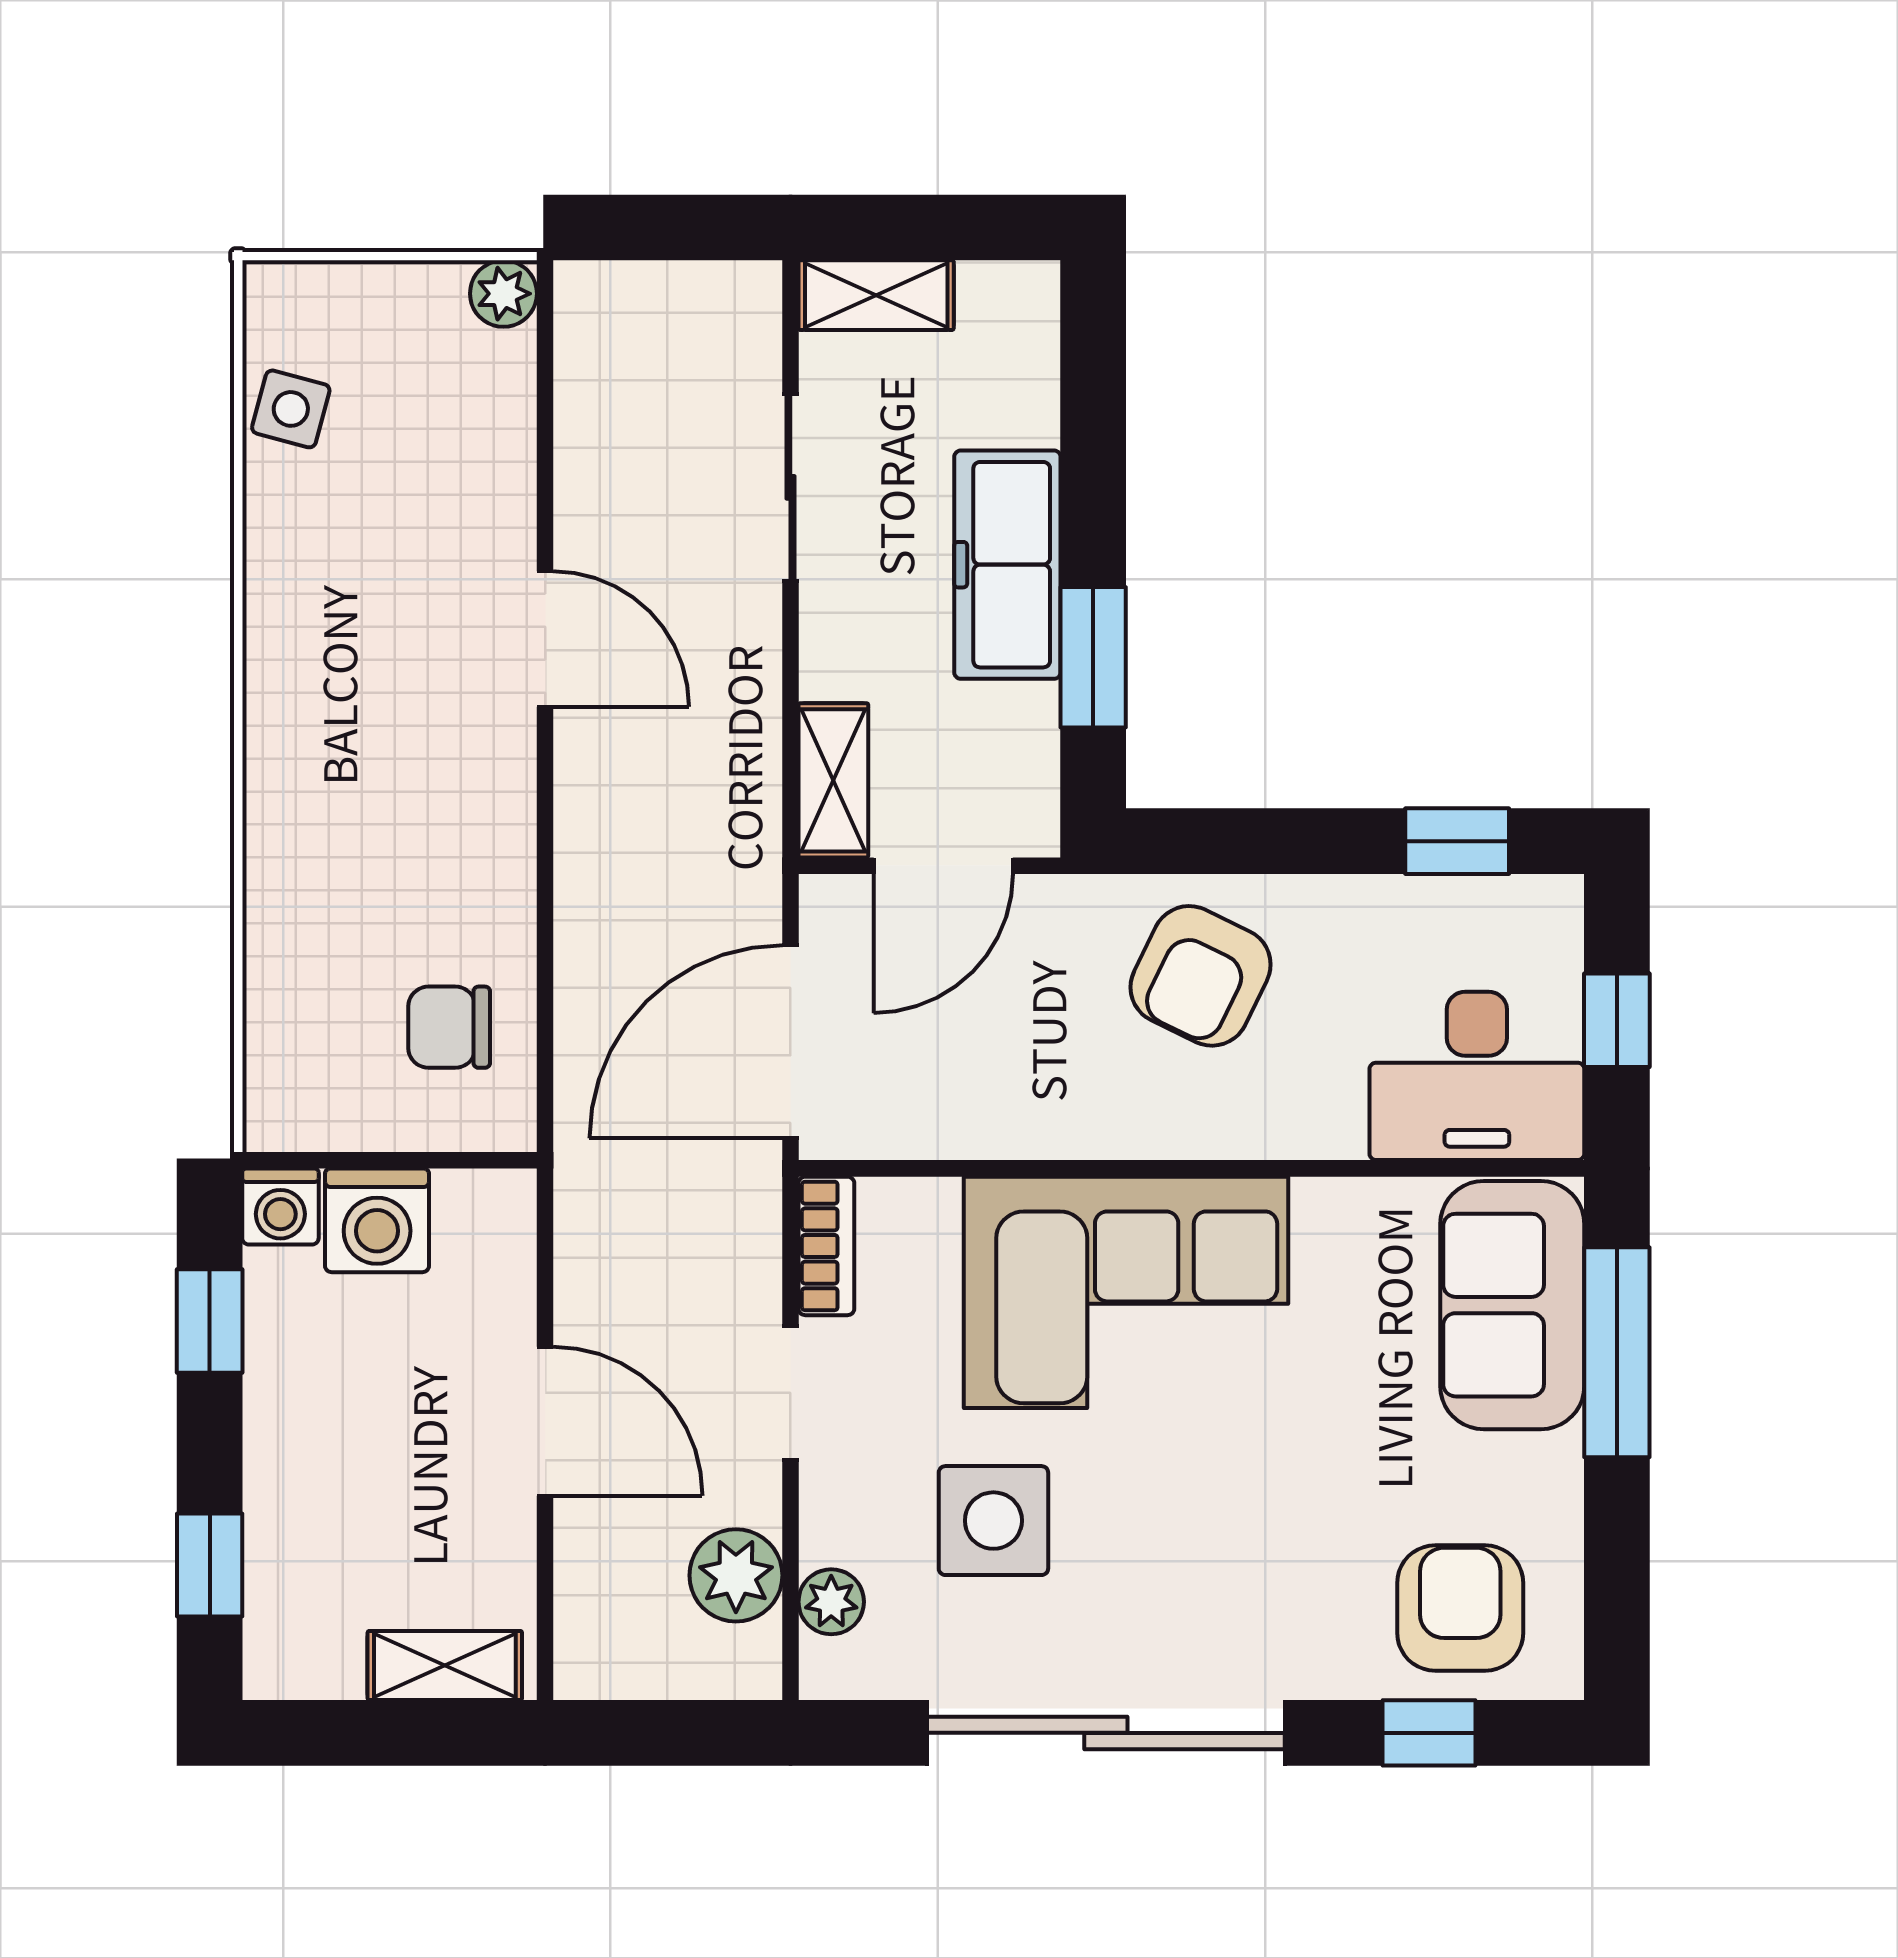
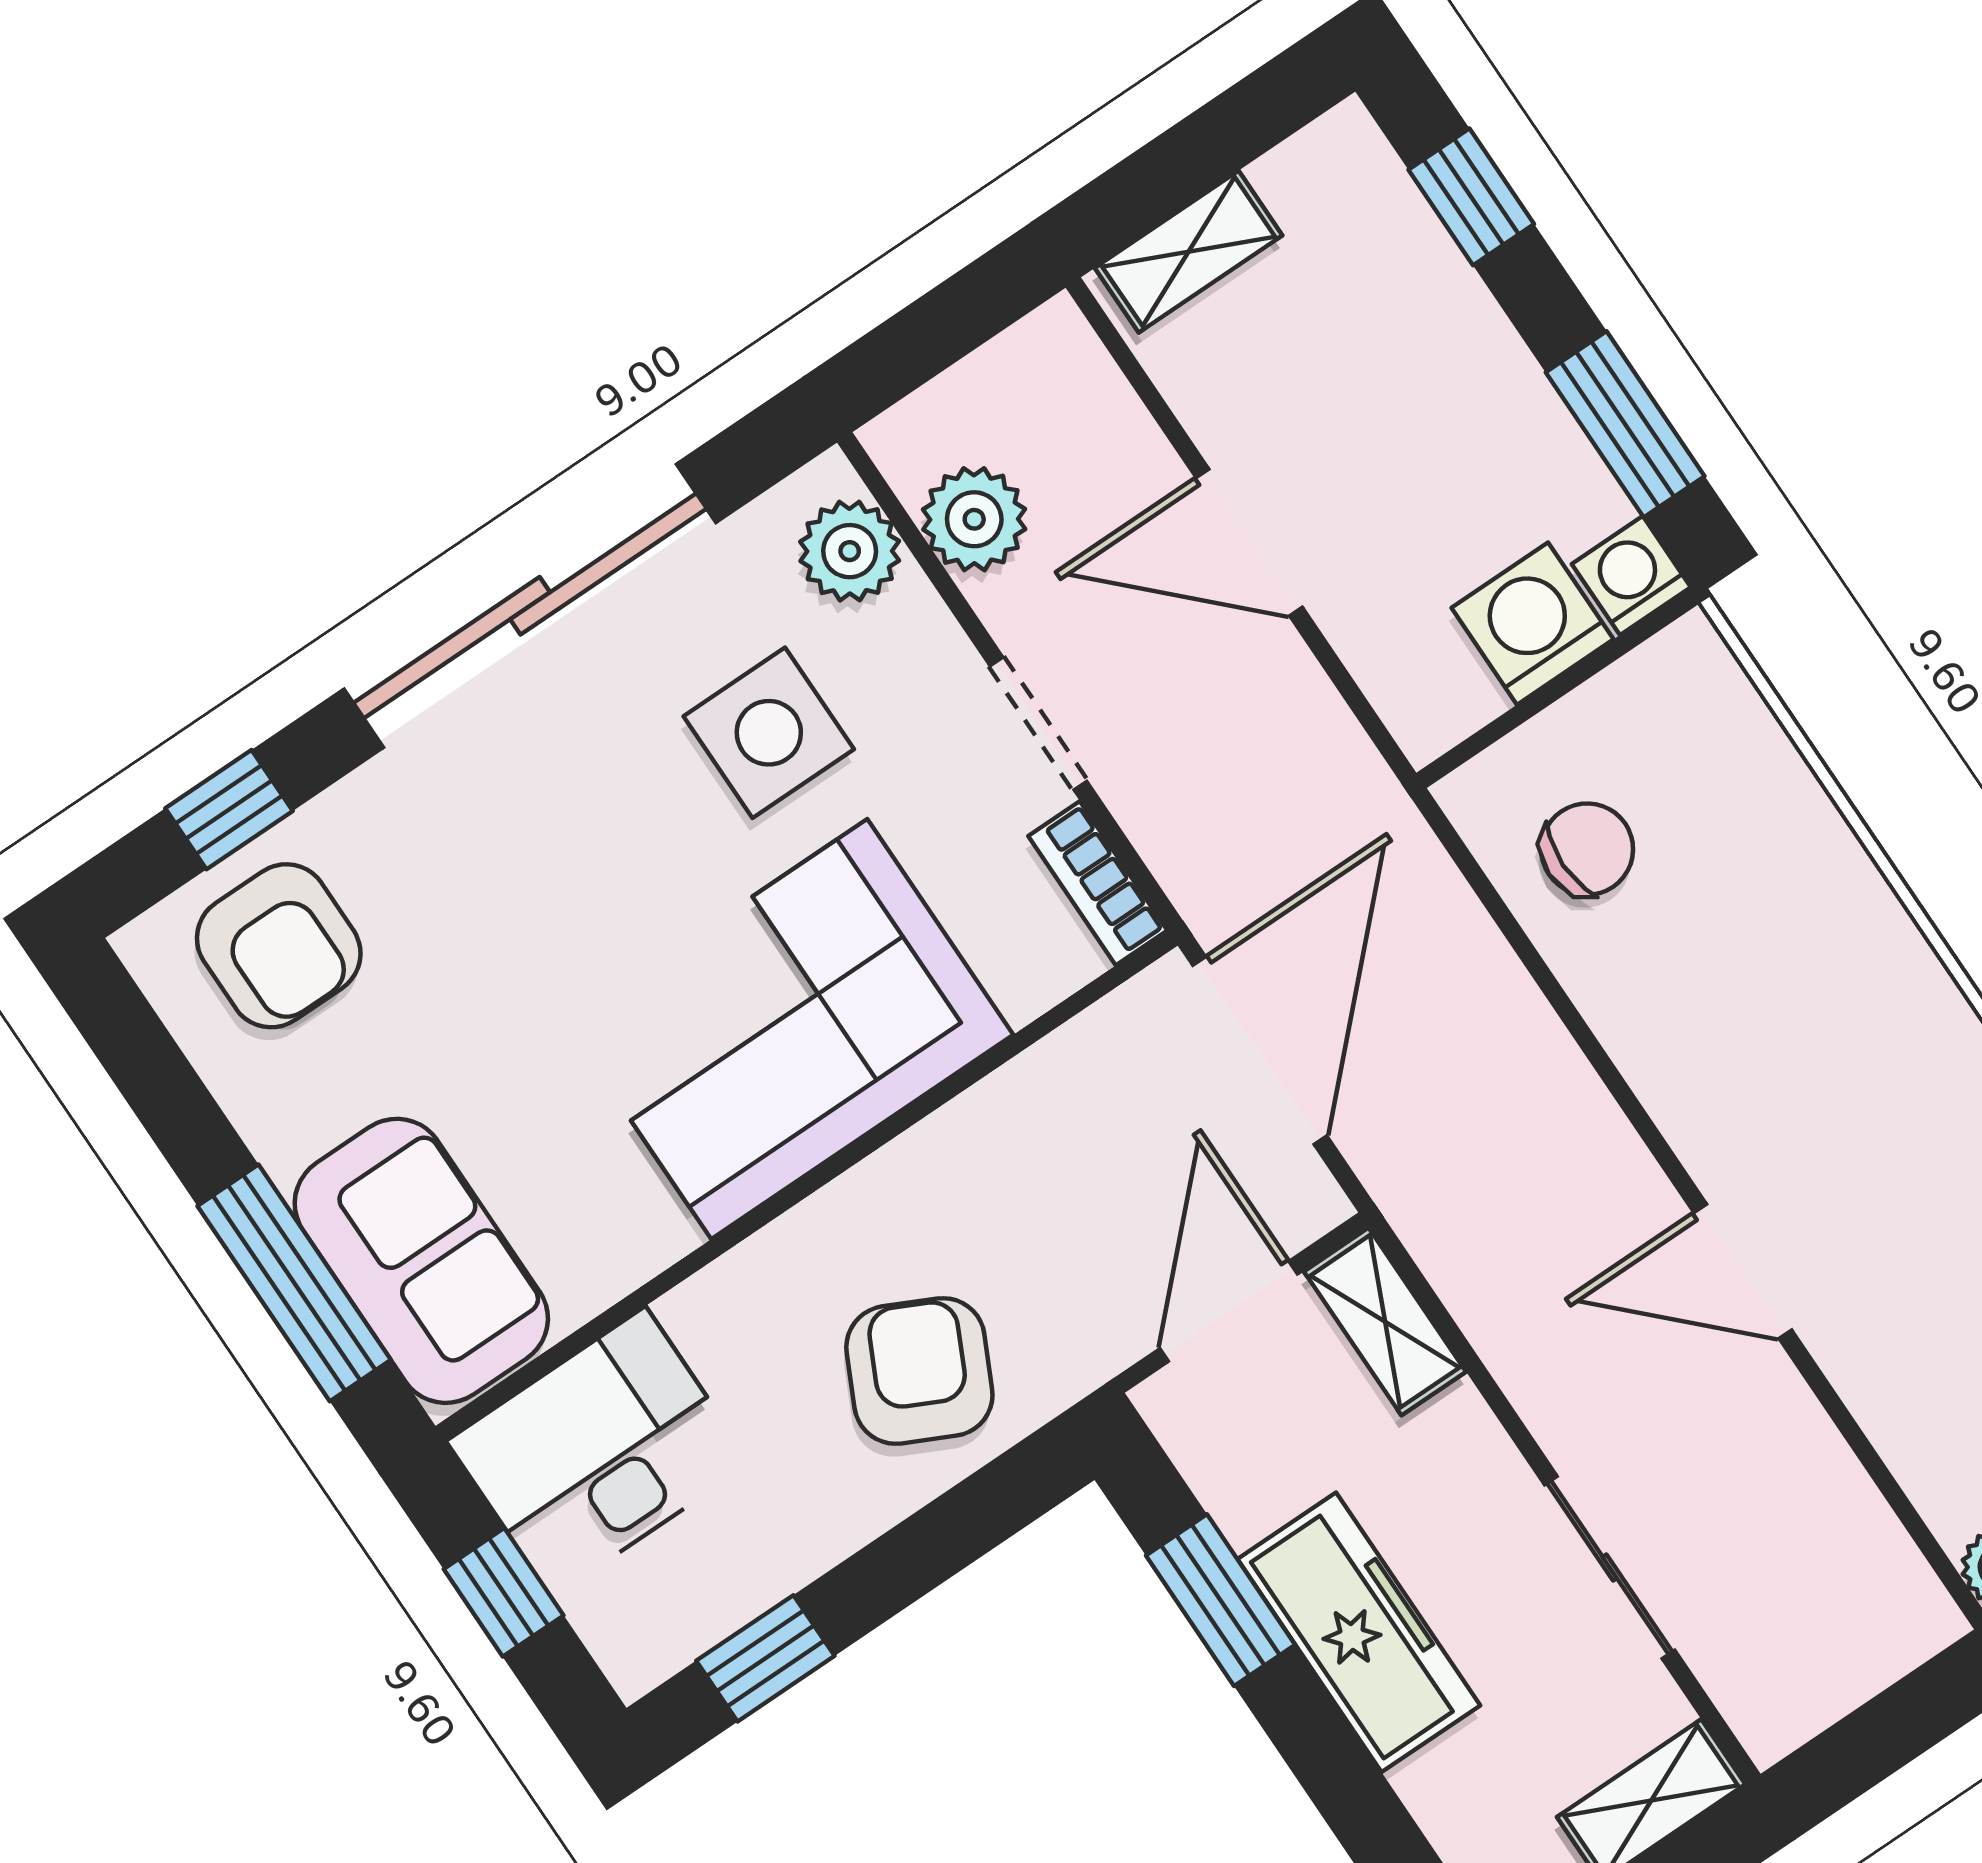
window: (210, 1321) -> (1625, 424), width x1.50
plant: (831, 1602) -> (850, 551), width x1.38, depth x1.38

